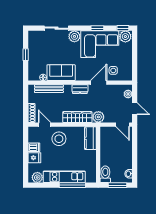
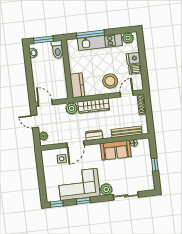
plant: (125, 37) -> (53, 195), removed
door: (45, 125) -> (127, 94), swing flipped

